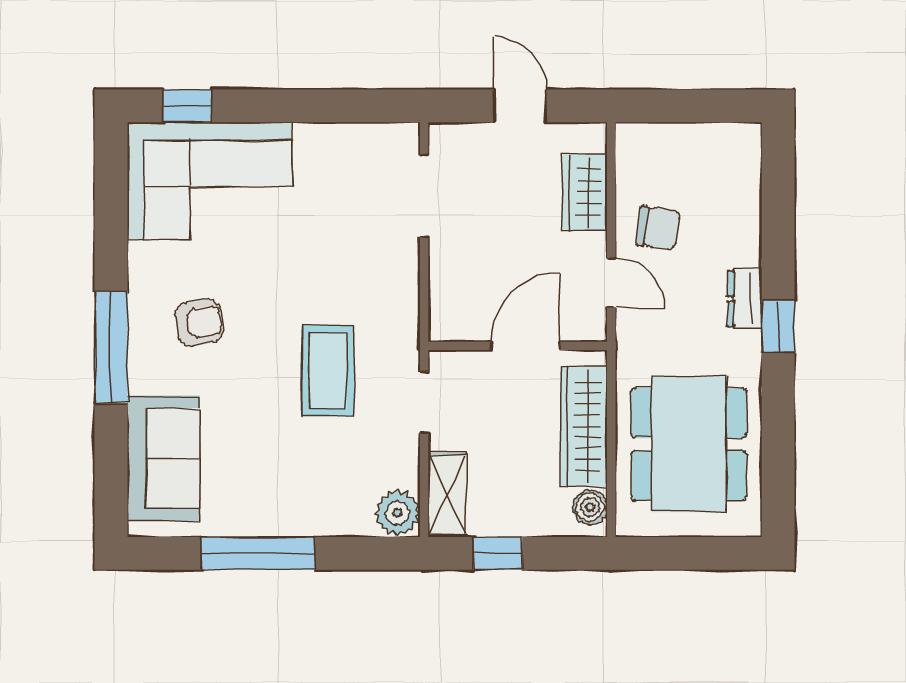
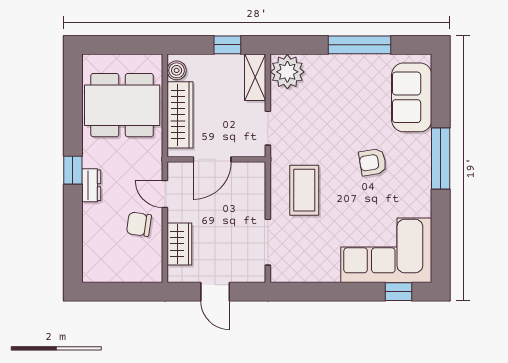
armchair: (199, 322) -> (373, 162), moved
coffee table: (328, 370) -> (304, 190), moved
dining table: (689, 444) -> (122, 105), turned 90
plant: (397, 513) -> (287, 72), width x1.36, depth x1.36

